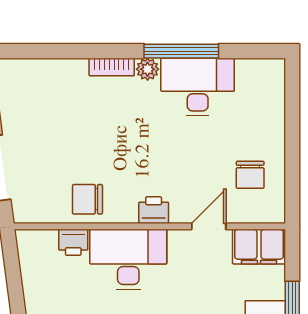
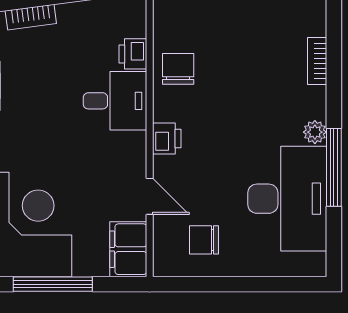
bookcase: (112, 67) -> (317, 61), moved
desk: (198, 87) -> (287, 199), width x1.36, depth x1.30
desk: (128, 259) -> (115, 101), width x0.73

